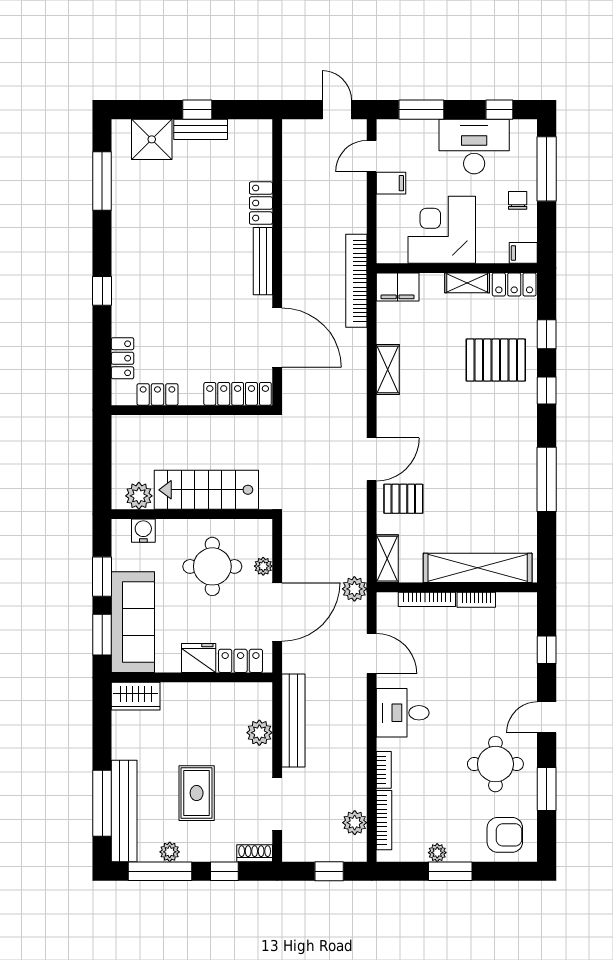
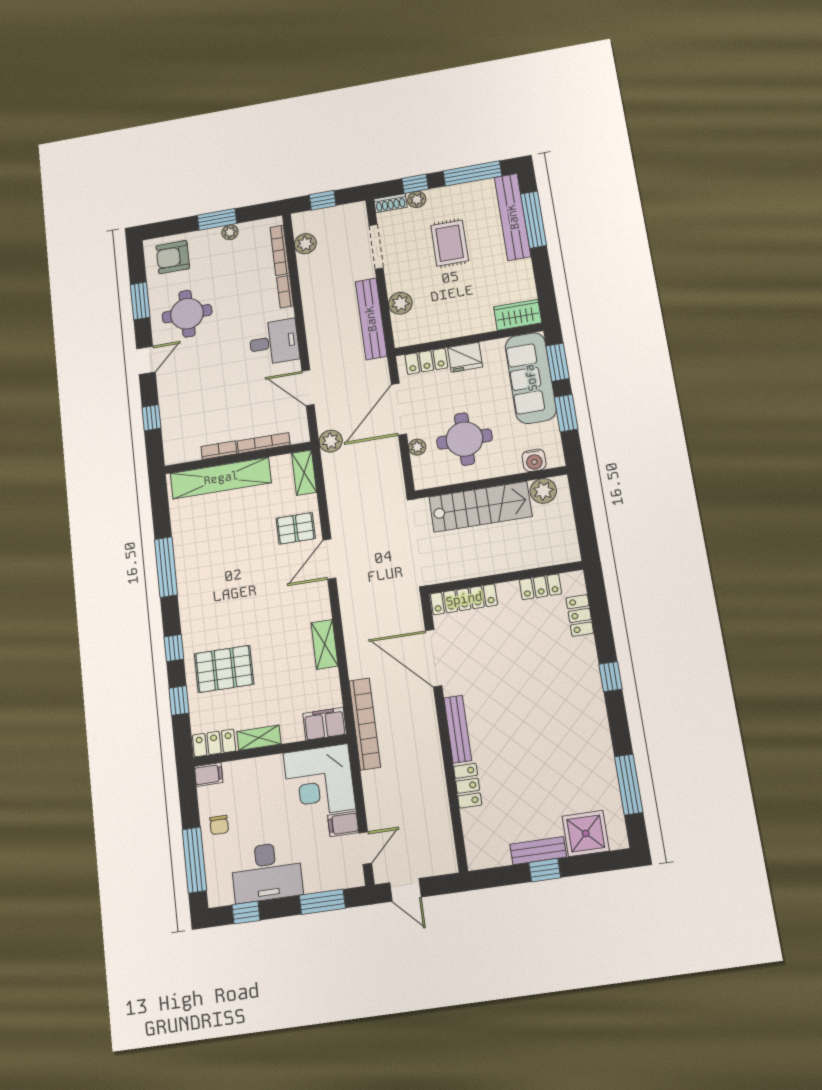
corner desk: (442, 230) -> (319, 781), moved, turned 90
plant: (170, 852) -> (417, 200), moved

